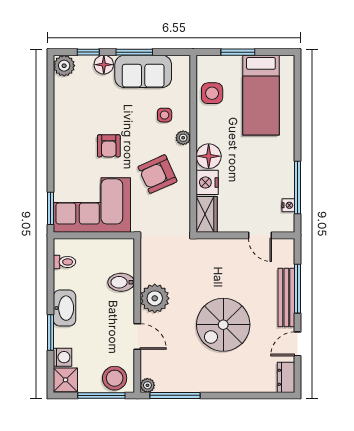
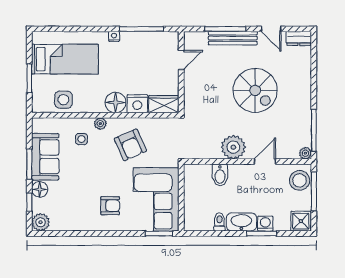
armchair: (109, 146) -> (110, 206), moved
nightstand: (288, 205) -> (114, 36), moved
toilet: (64, 262) -> (219, 222), moved
washing machine: (63, 357) -> (265, 224), moved

